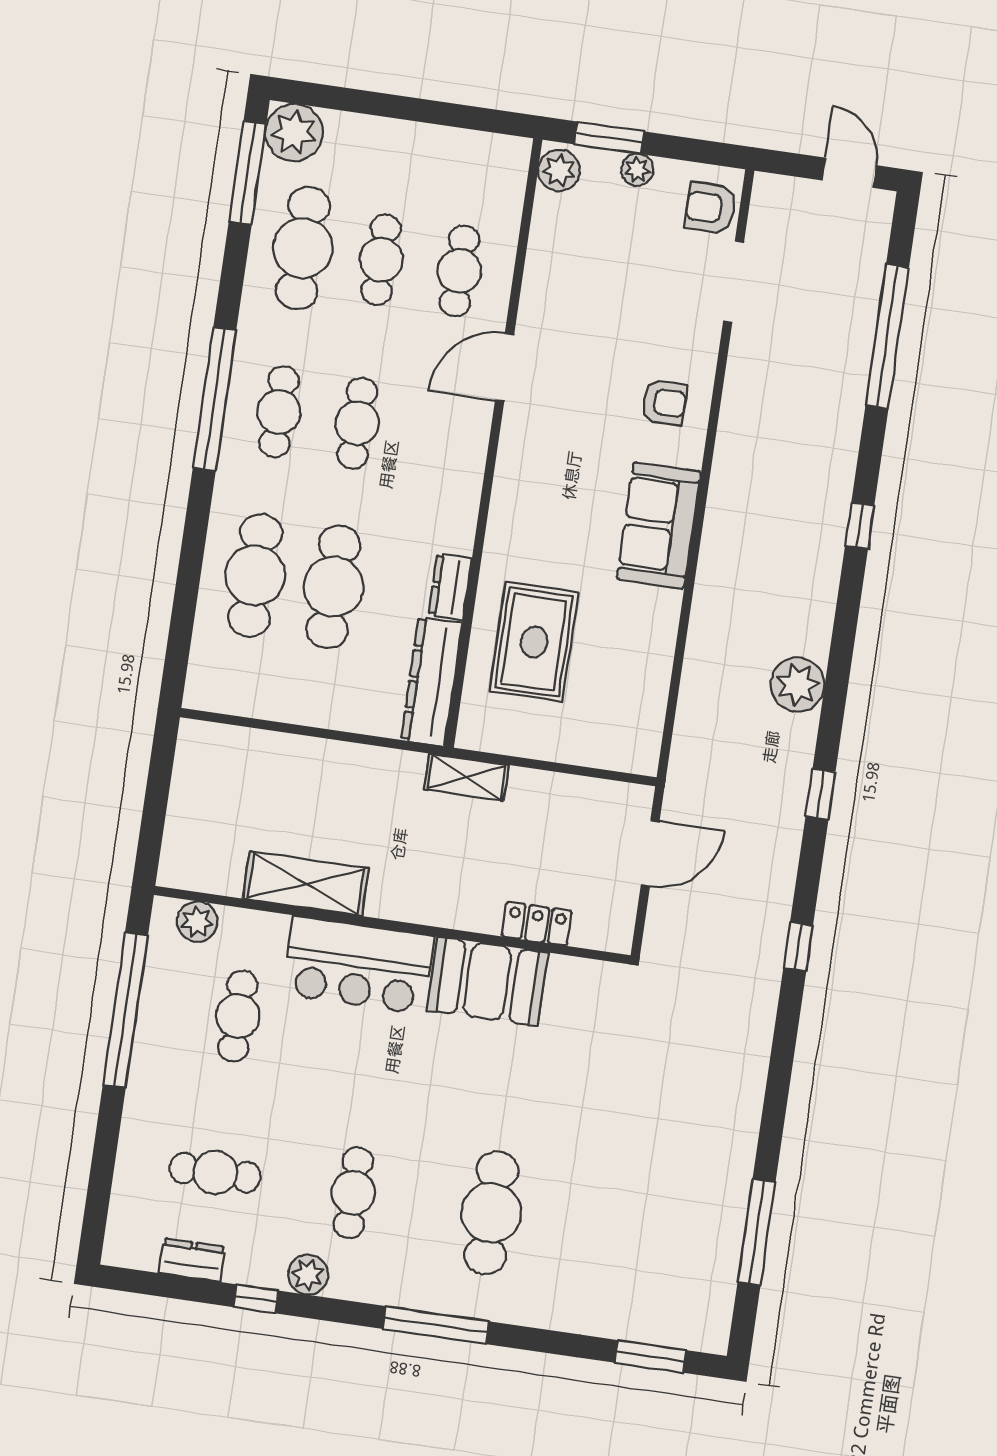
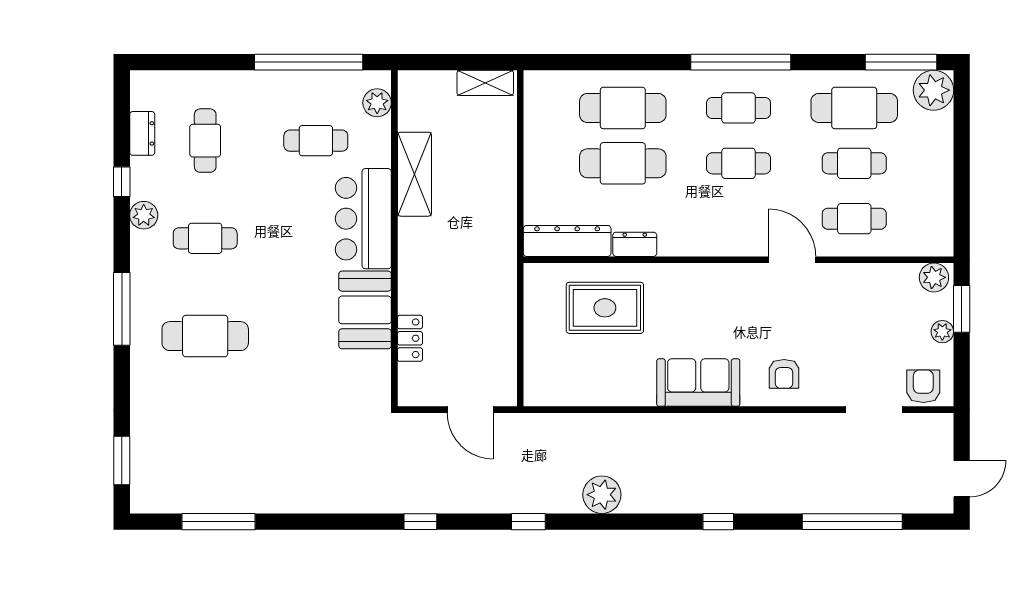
shelving: (466, 777) -> (485, 83), moved, turned 90

